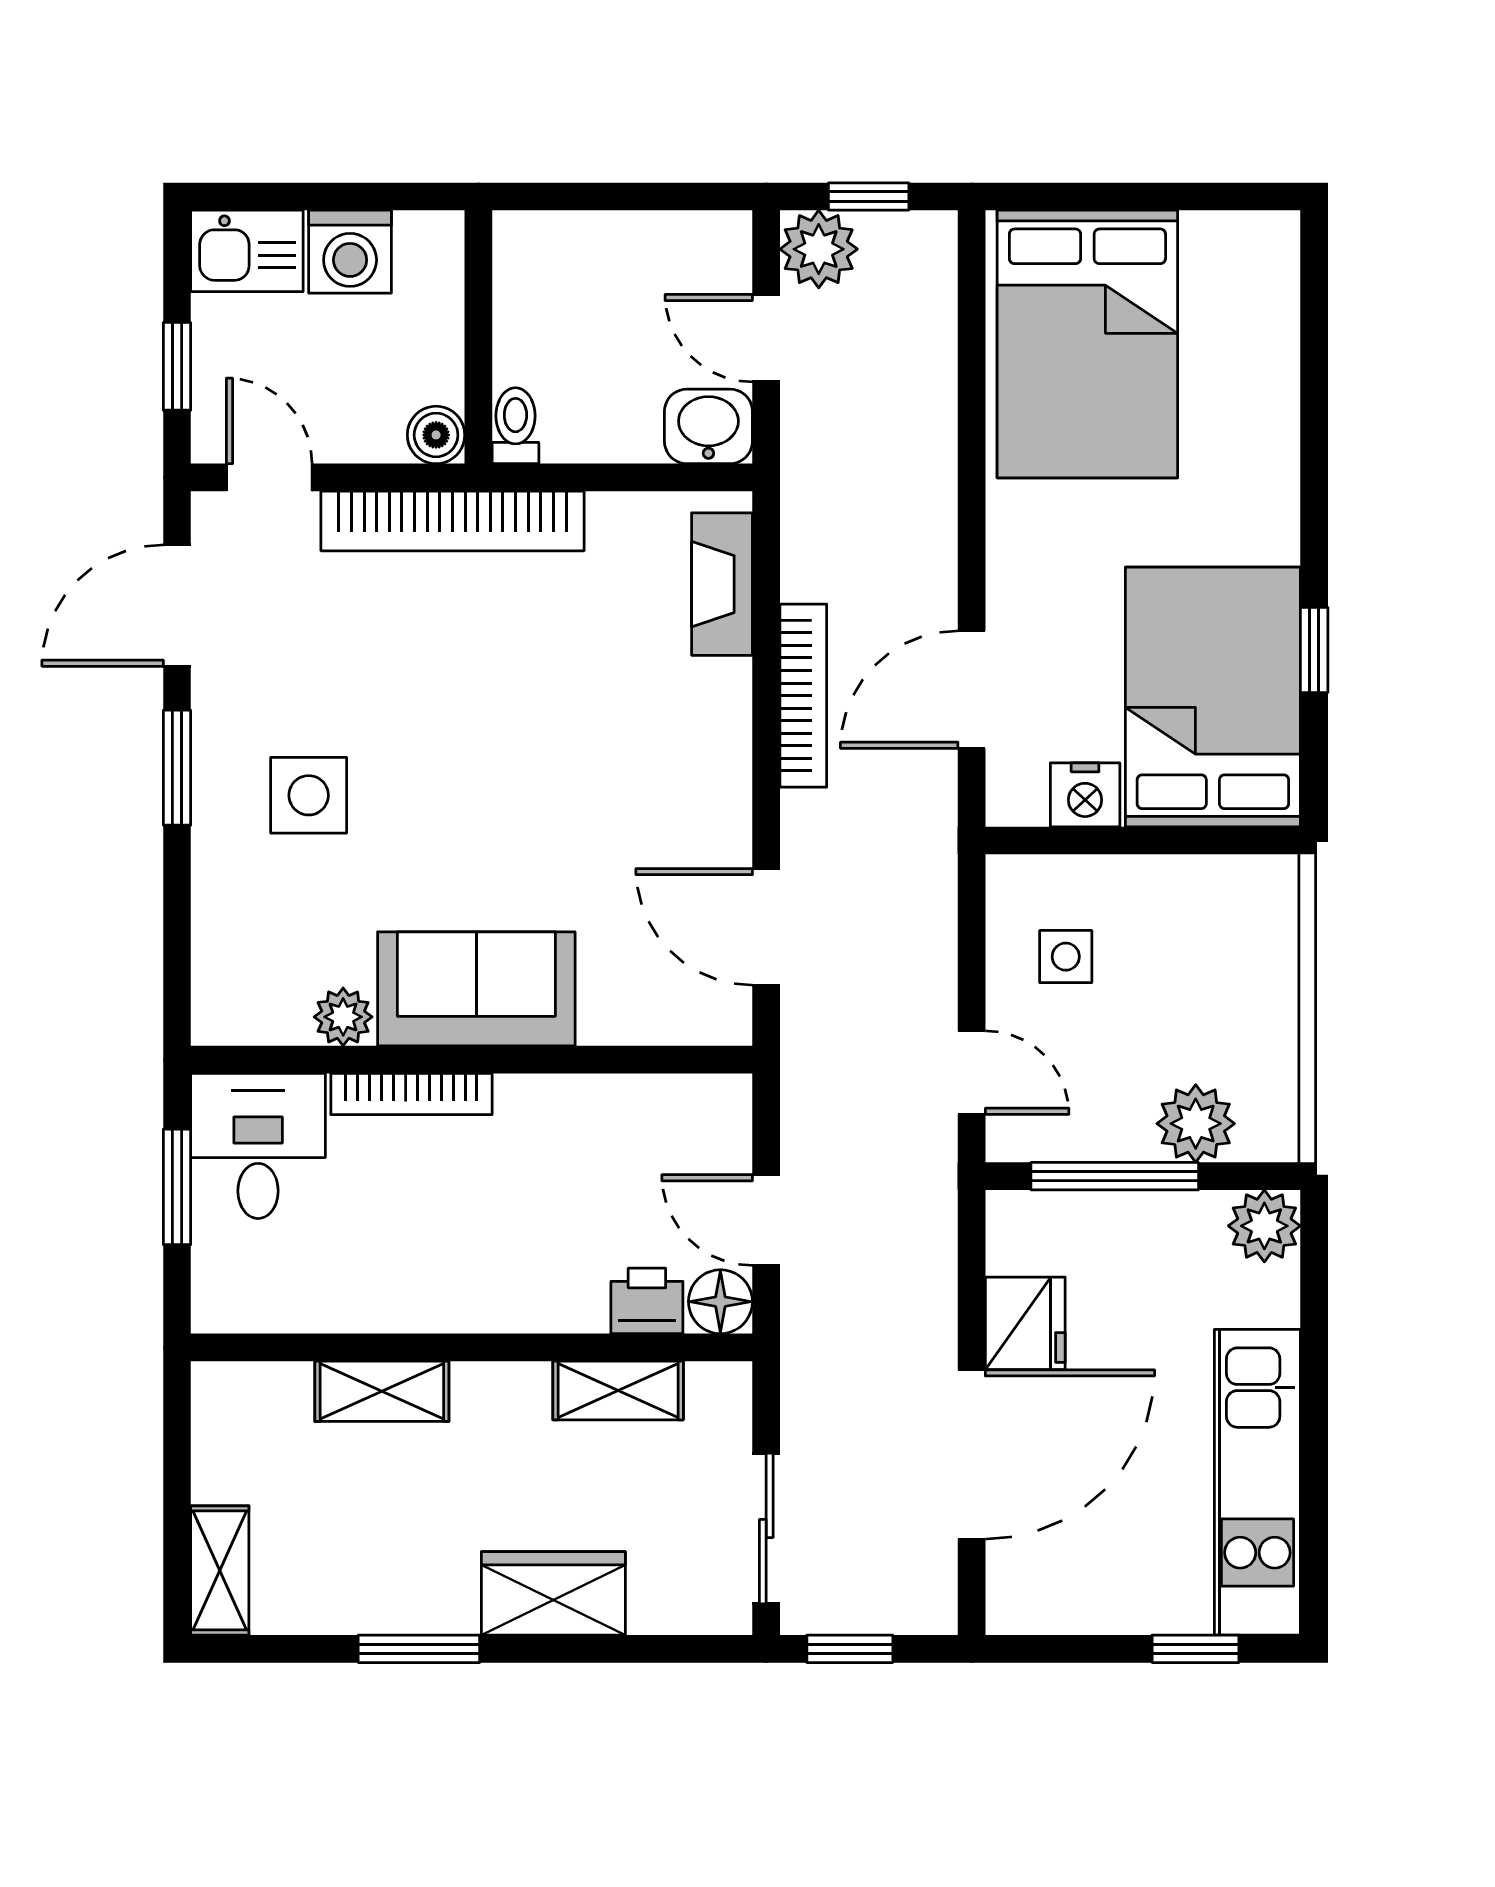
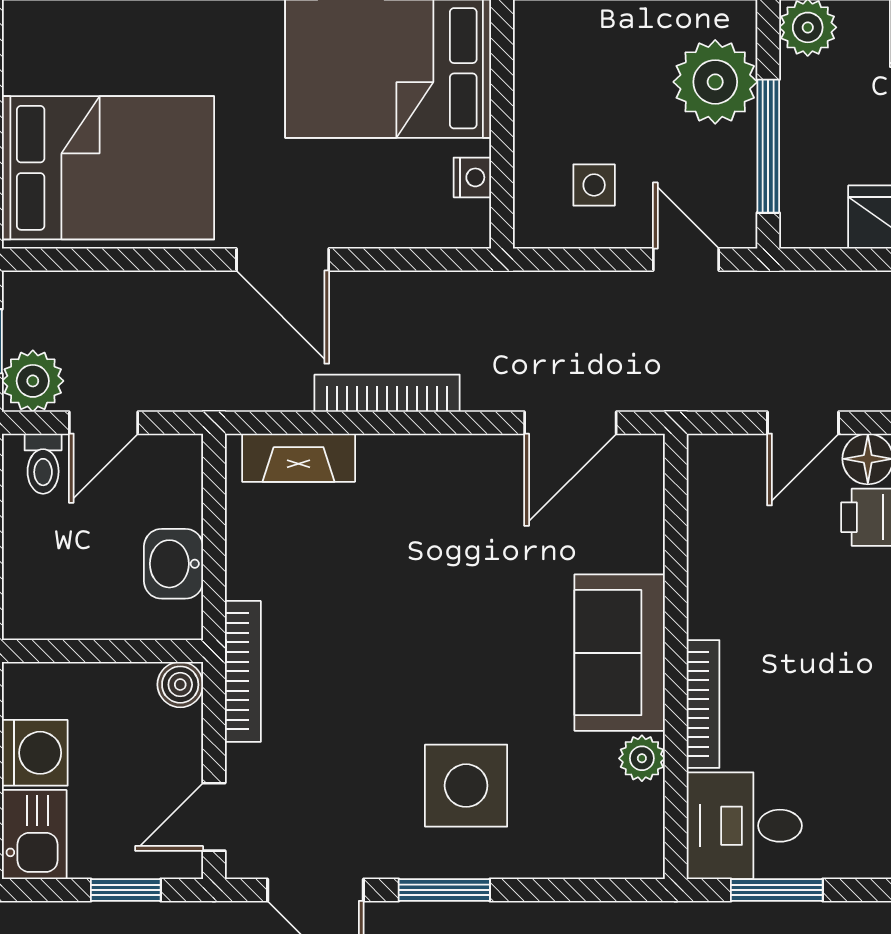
toilet: (515, 426) -> (43, 464), moved, turned -90
washbasin: (708, 426) -> (173, 564), moved
bookcase: (452, 521) -> (243, 671), width x0.68, depth x0.76
door: (972, 690) -> (283, 260), moved
side table: (309, 795) -> (466, 786), width x1.37, depth x1.37
nightstand: (1085, 795) -> (472, 177), width x0.72, depth x0.74
door: (972, 1073) -> (686, 260), hinge flipped
plant: (1196, 1124) -> (715, 82), width x1.36, depth x1.36

